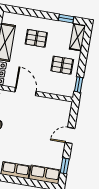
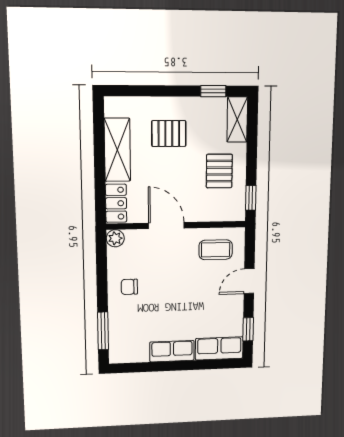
pallet: (62, 65) -> (219, 171), turned 90
coffee table: (53, 112) -> (216, 250), added

